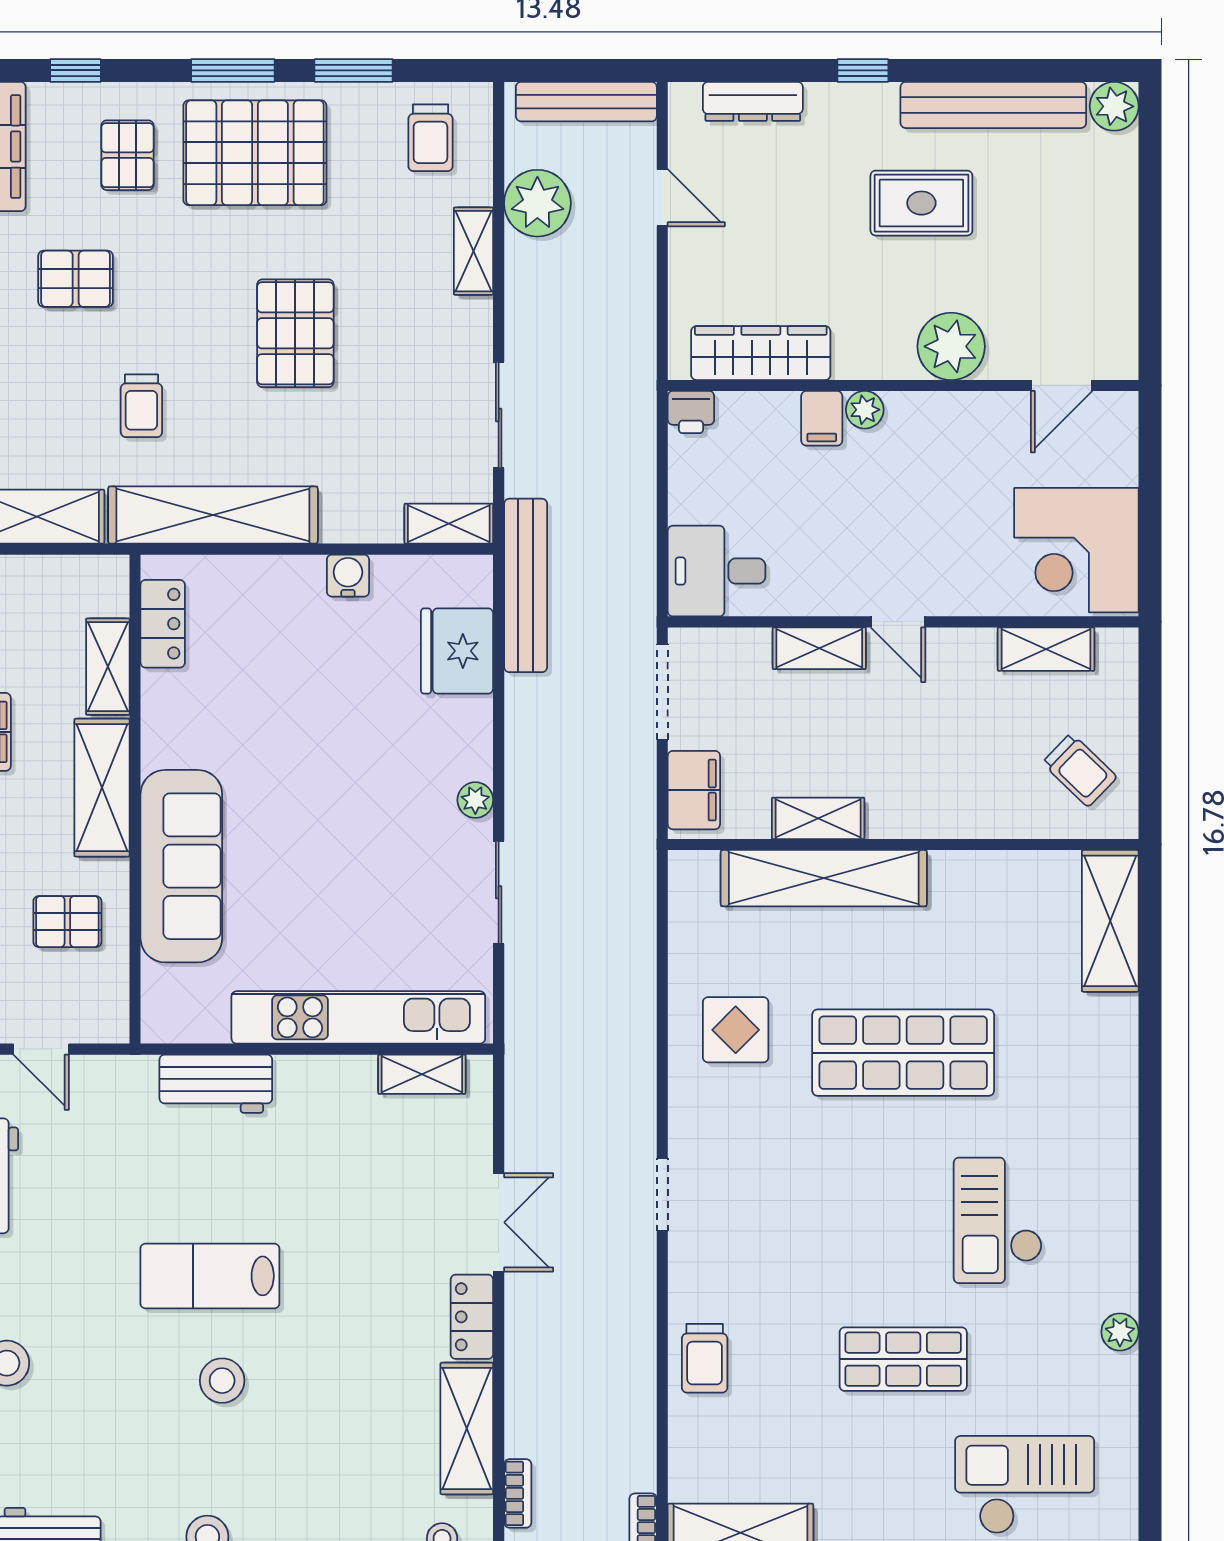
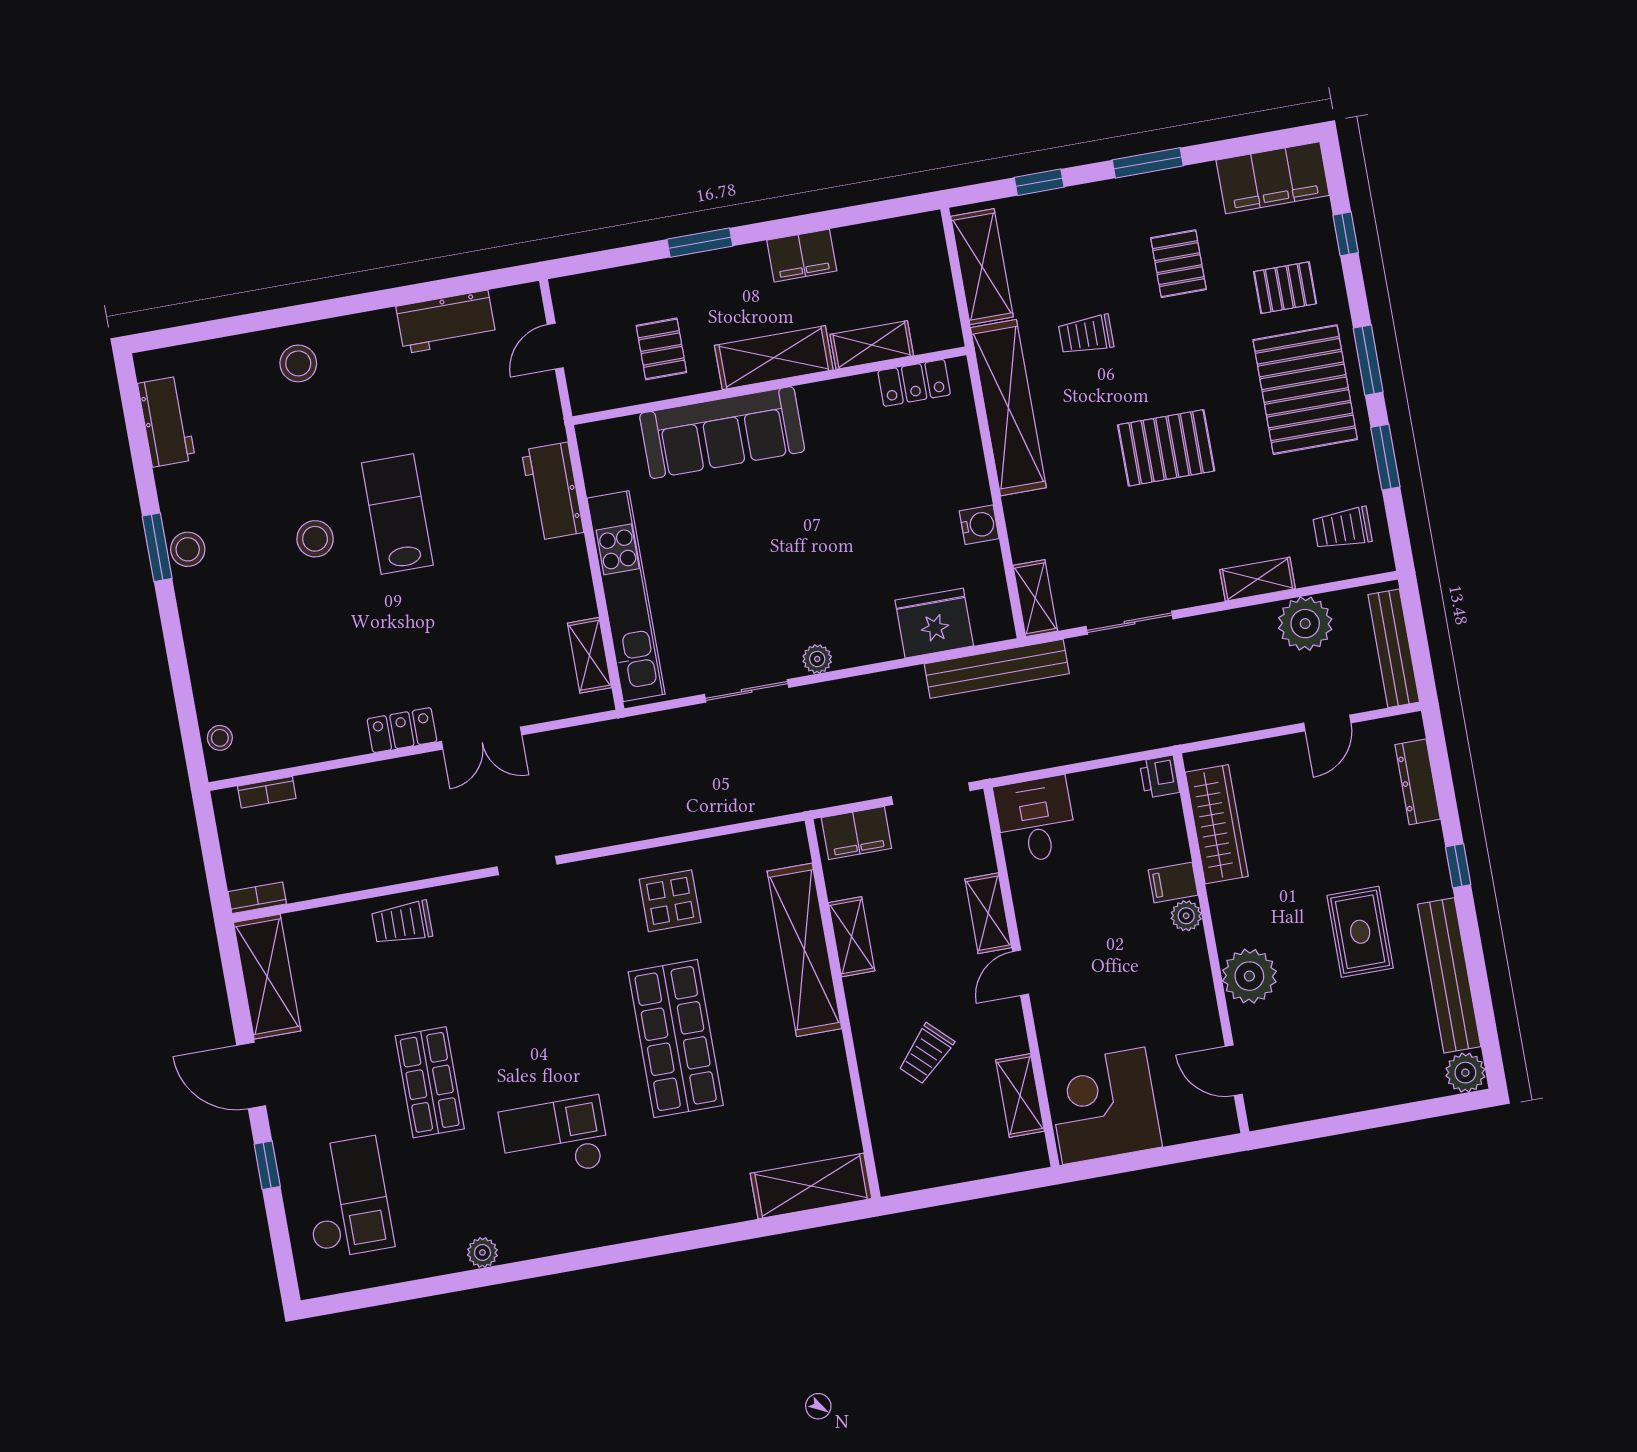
trolley: (1080, 770) -> (926, 1054), moved
shelving: (467, 1428) -> (312, 742), removed

